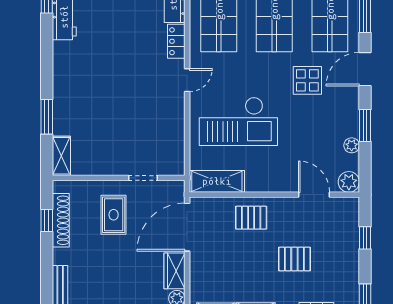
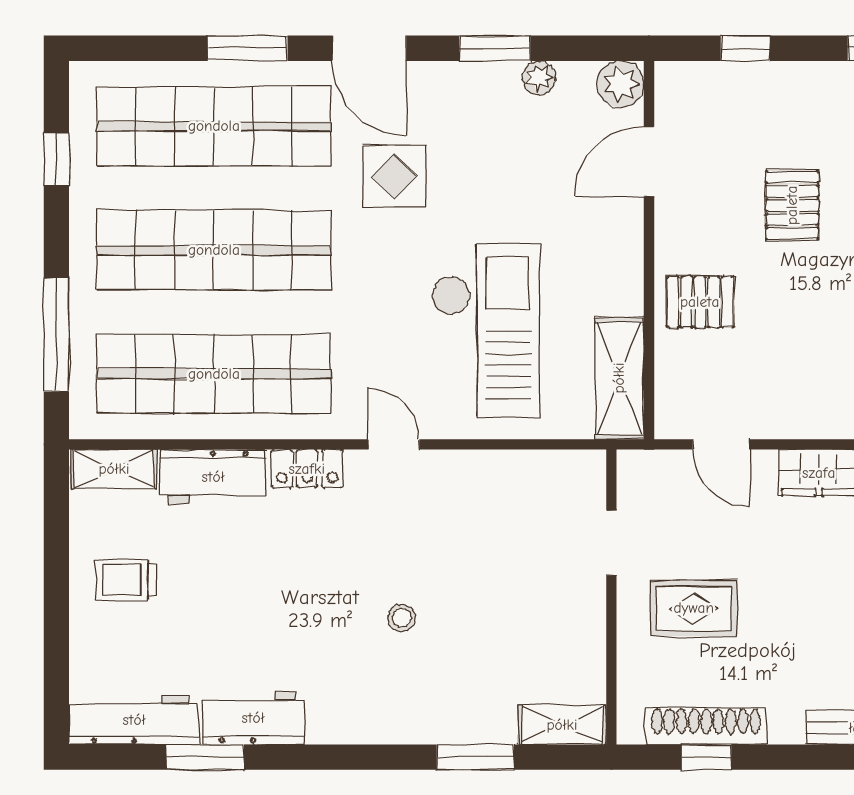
stool: (109, 84) -> (402, 618), added
pallet: (251, 218) -> (700, 302), turned 90
door: (187, 227) -> (721, 444), width x0.53

